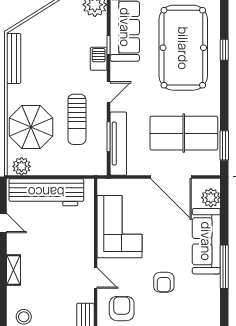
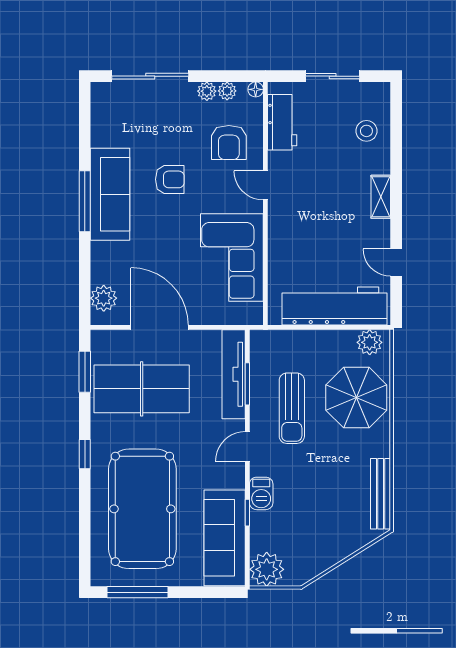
window: (224, 50) -> (85, 454), moved
sun lounger: (77, 119) -> (292, 408), turned 180
sofa: (206, 241) -> (110, 194), moved
armchair: (164, 282) -> (170, 179), turned 90

